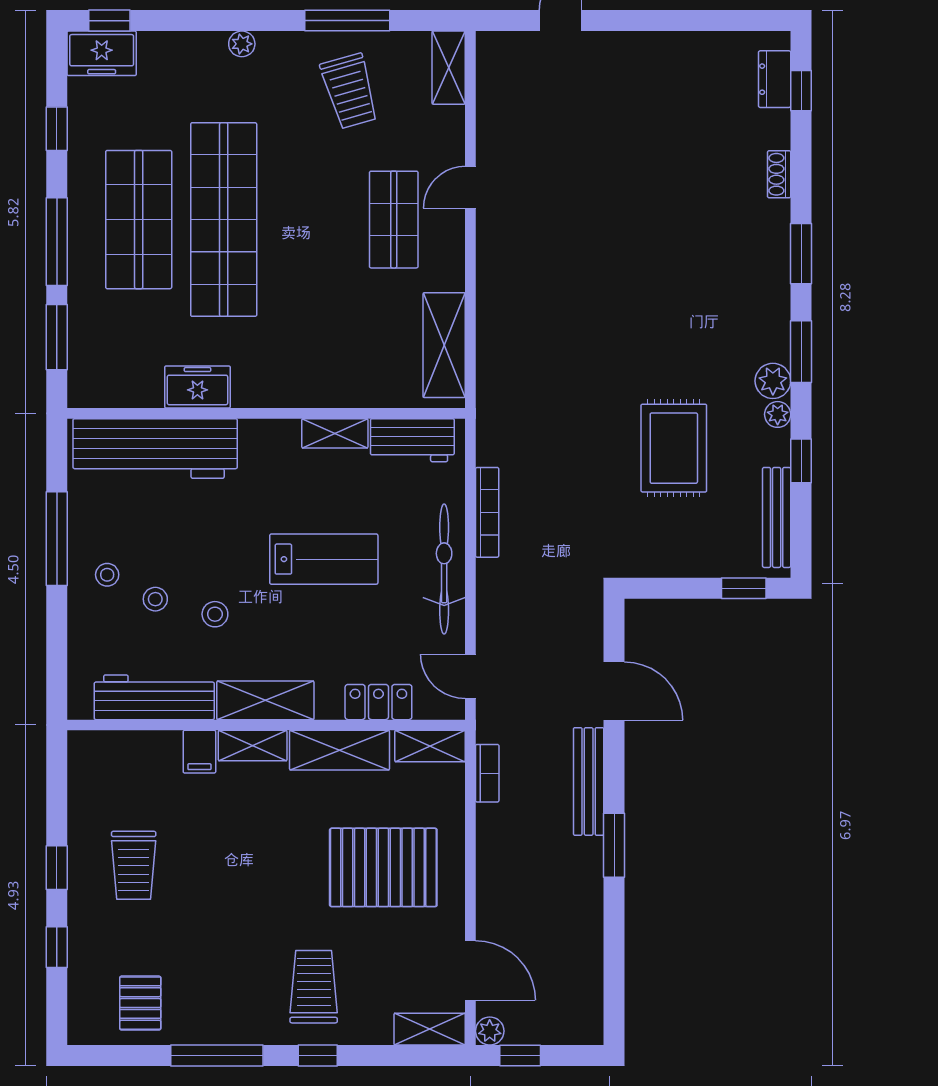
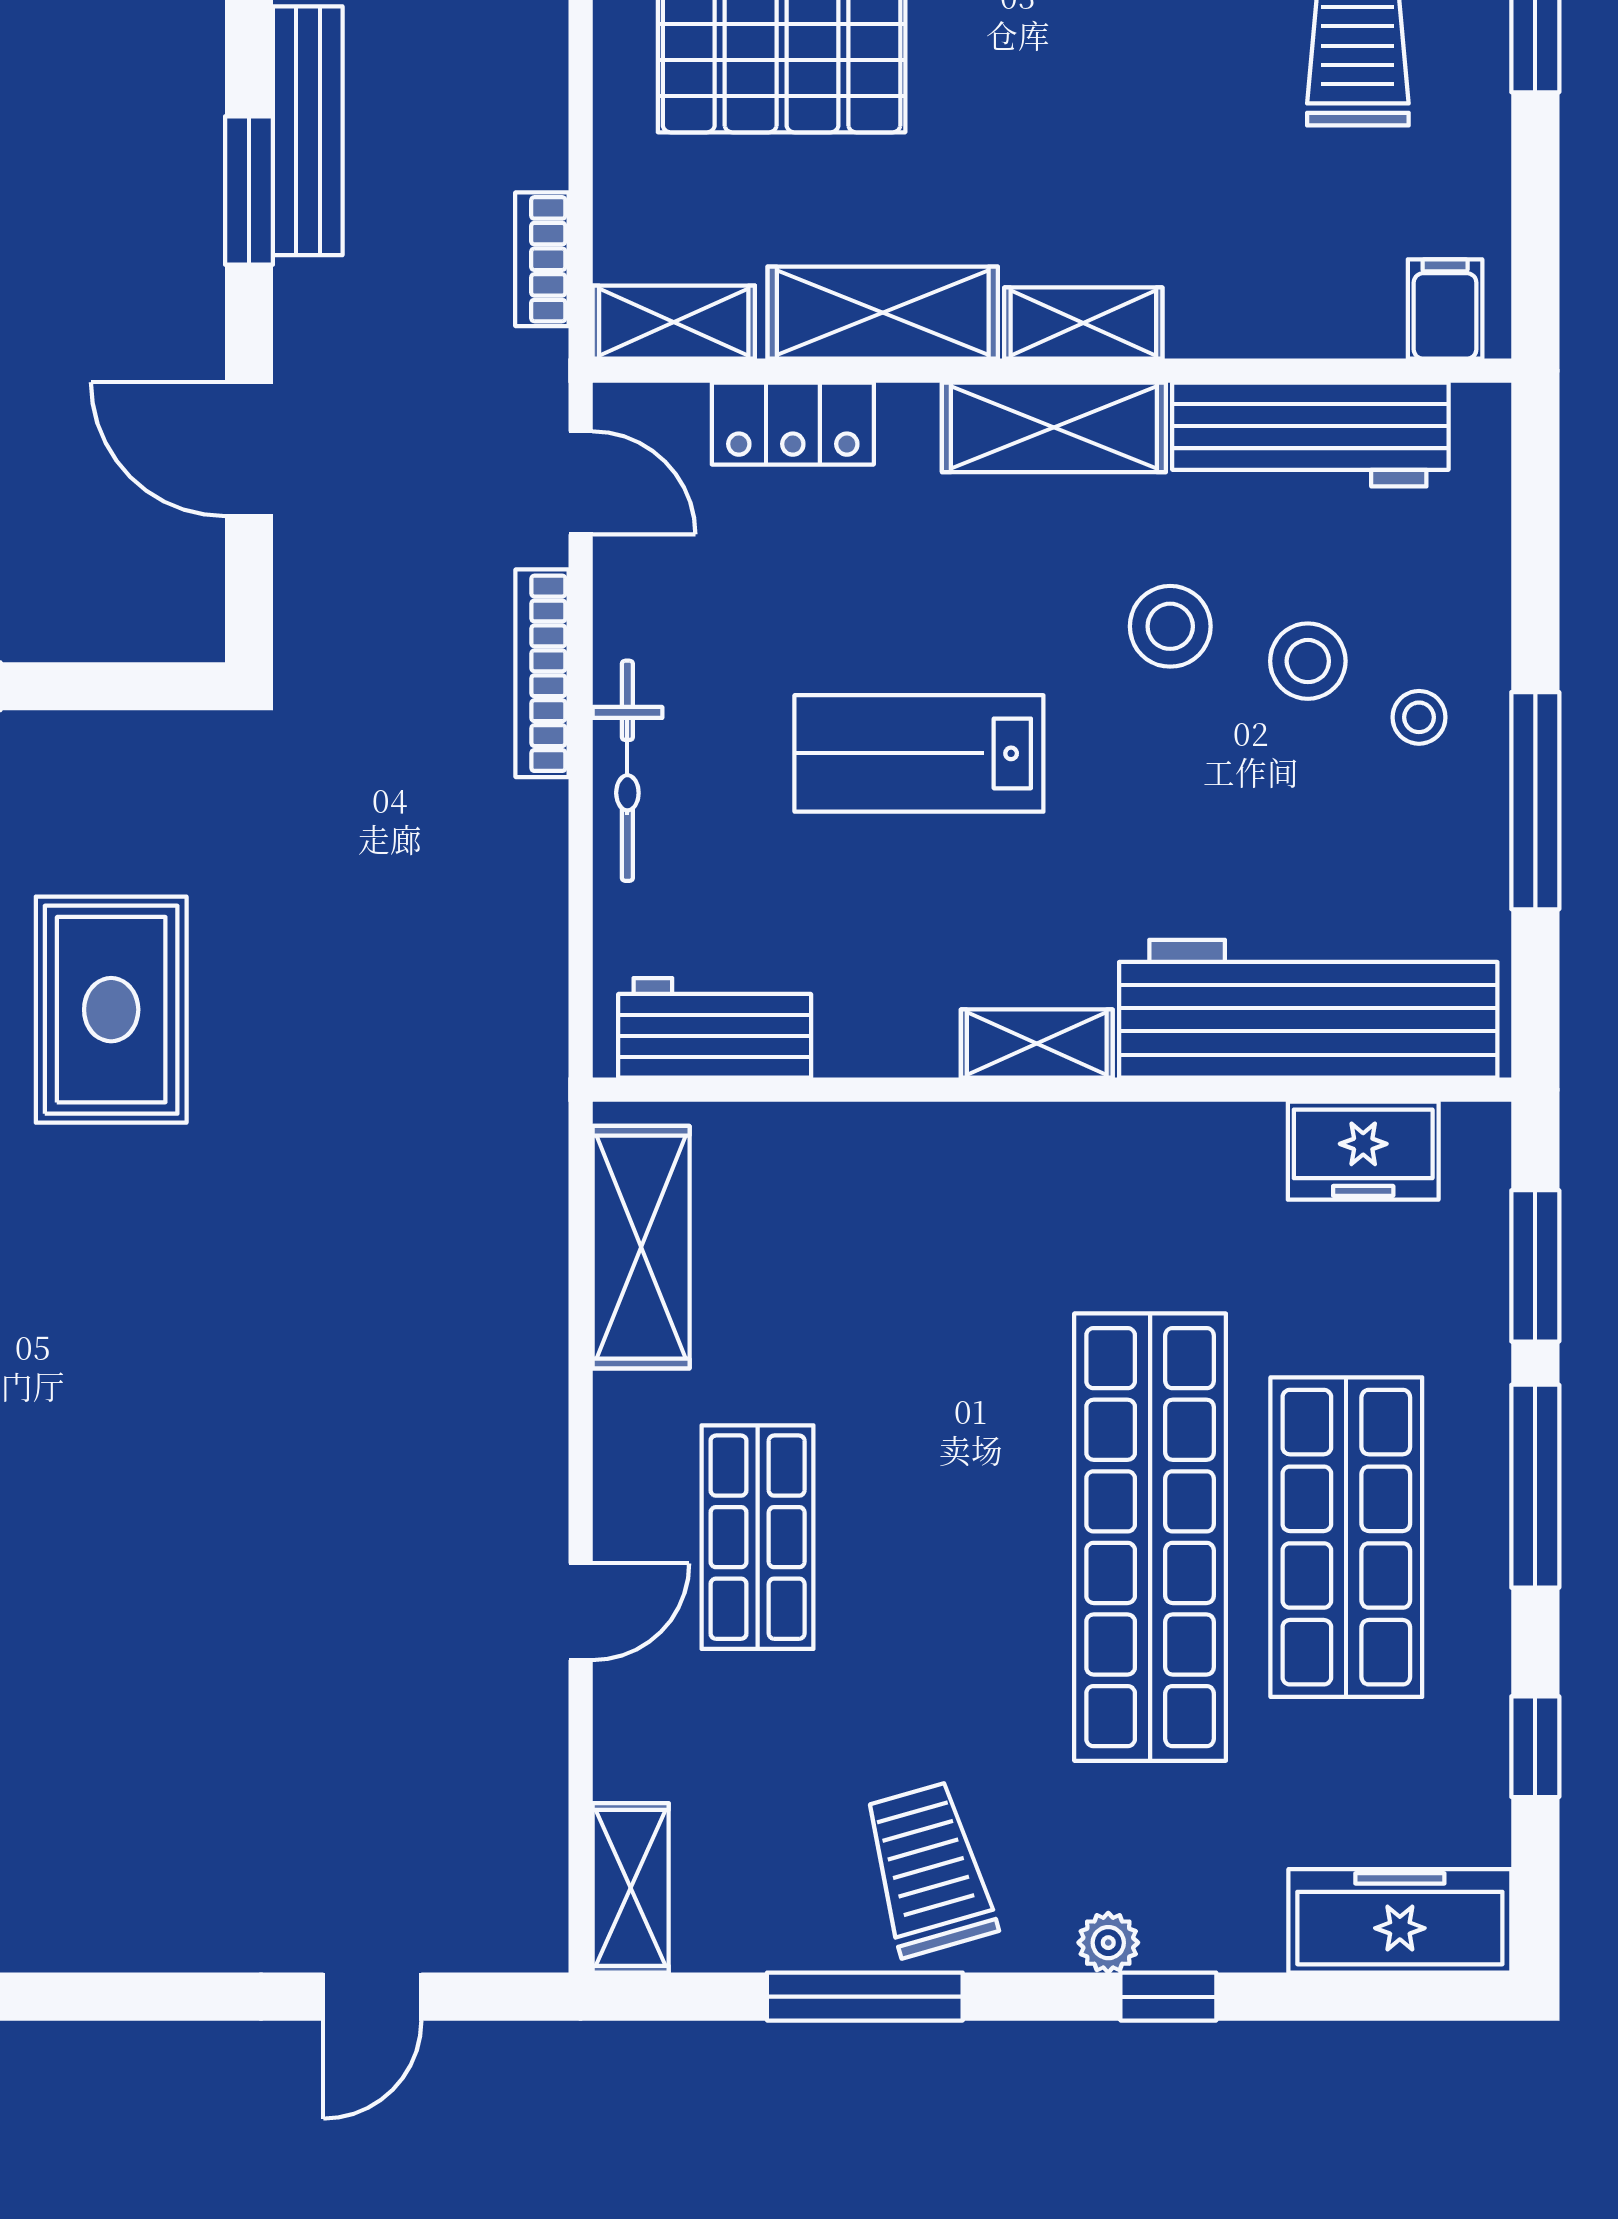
window: (109, 21) -> (1168, 1997), moved
freezer: (102, 53) -> (1400, 1921), width x1.40
trolley: (350, 91) -> (929, 1869), moved
freezer: (197, 387) -> (1363, 1151), moved
shelving: (335, 433) -> (1037, 1044), moved
bookcase: (487, 512) -> (542, 673), moved
bicycle: (444, 569) -> (627, 771), width x0.73, depth x0.71
stool: (155, 599) -> (1308, 661), width x1.37, depth x1.37
stool: (215, 614) -> (1170, 626), width x1.37, depth x1.37
filing cabinet: (199, 752) -> (1445, 309), moved
bench: (589, 781) -> (308, 131), moved
window: (614, 845) -> (249, 190), moved

